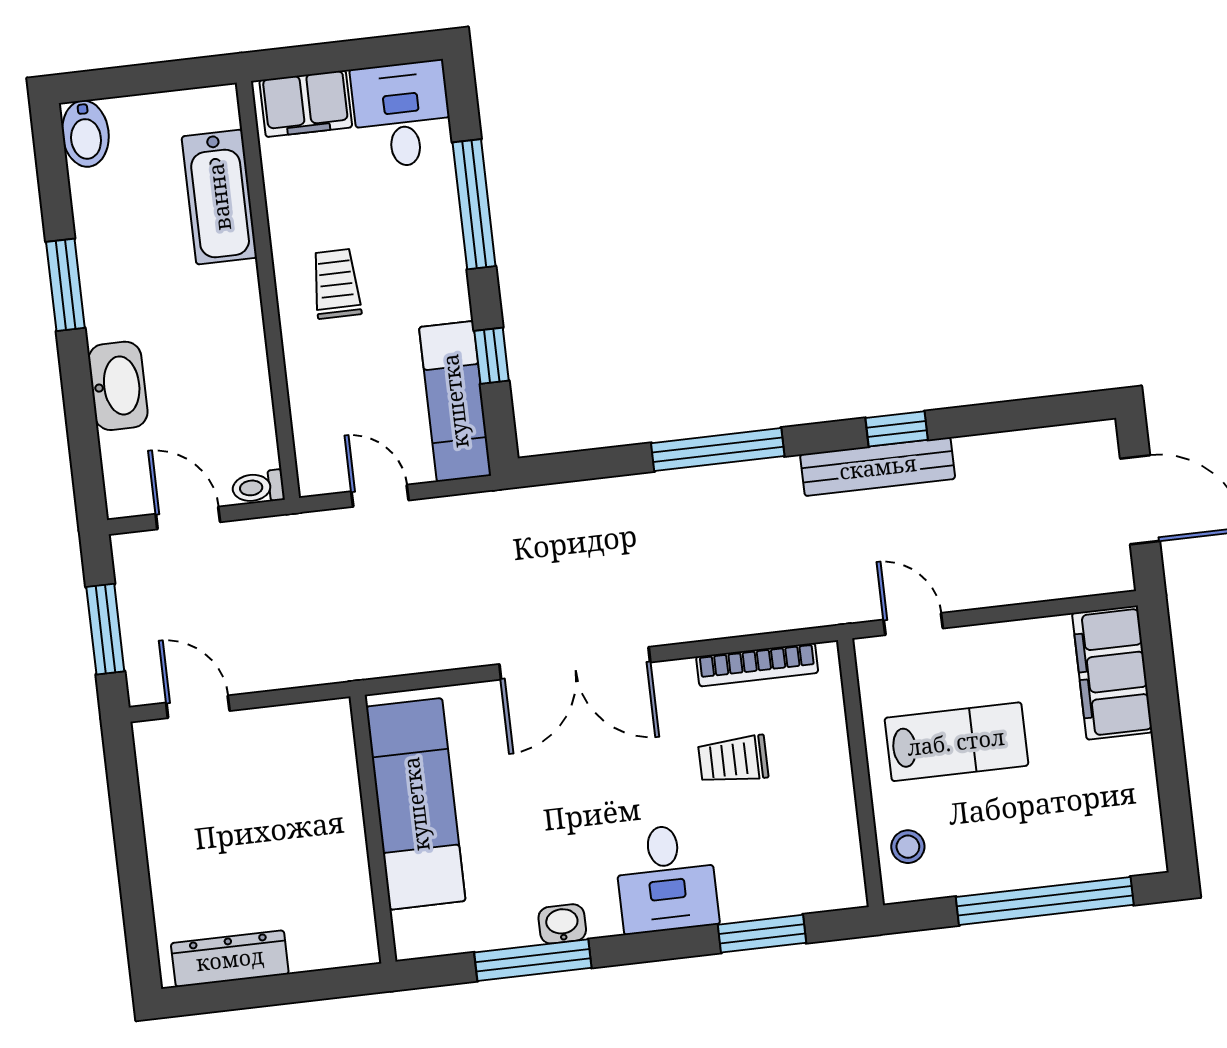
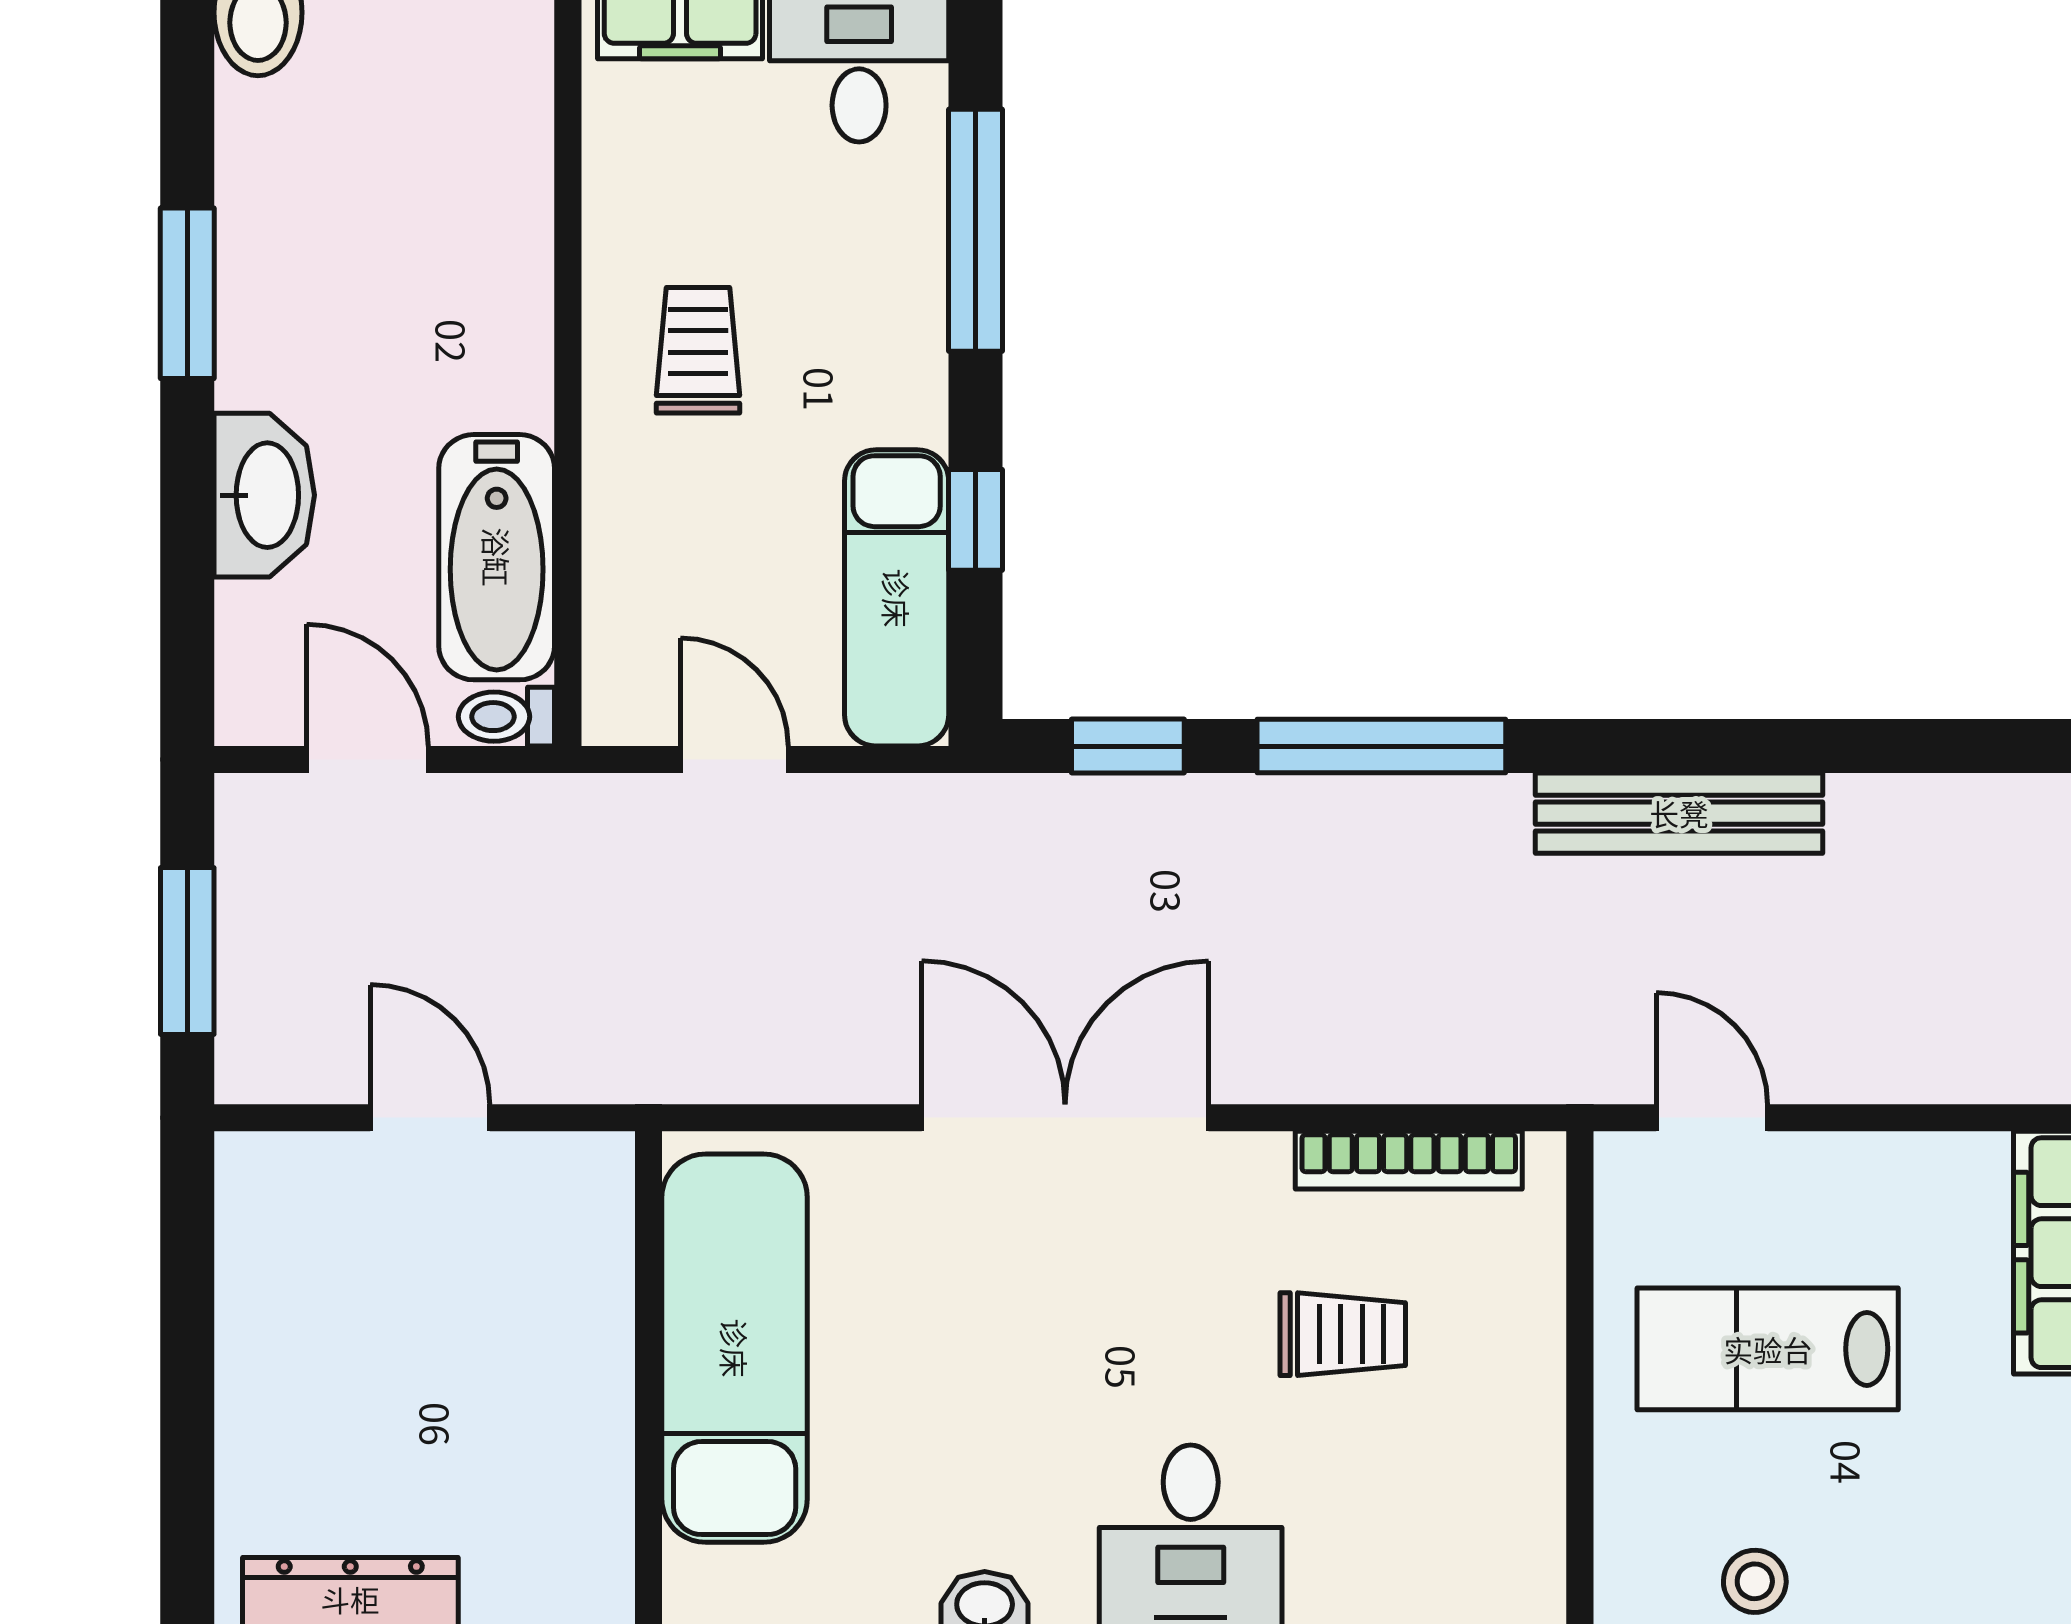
bathtub: (219, 197) -> (497, 557), moved
window: (897, 429) -> (1128, 746), moved
double door: (575, 663) -> (1065, 1118), swing flipped
door: (198, 707) -> (430, 1118), moved
lab bench: (956, 742) -> (1768, 1349), turned 180
trolley: (733, 760) -> (1343, 1334), turned 180
stool: (908, 847) -> (1755, 1581), moved

